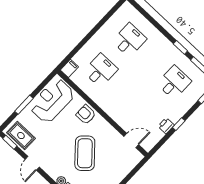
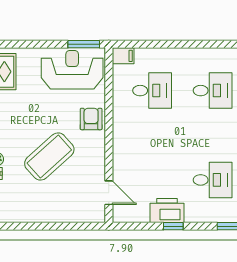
window: (24, 105) -> (84, 44), moved
printer: (166, 126) -> (167, 211), width x1.87, depth x1.48

